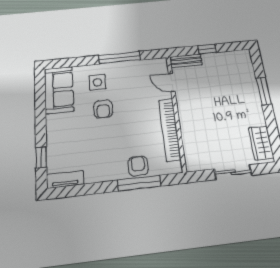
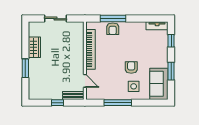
window: (40, 110) -> (171, 71), added
wardrobe: (261, 143) -> (34, 47), moved

